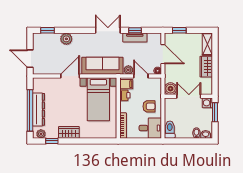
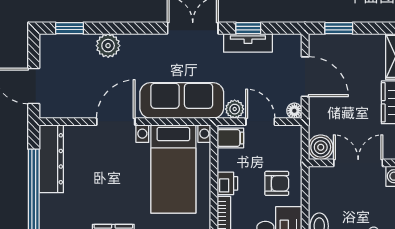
printer: (125, 95) -> (227, 183), moved
dresser: (39, 109) -> (51, 159), moved

